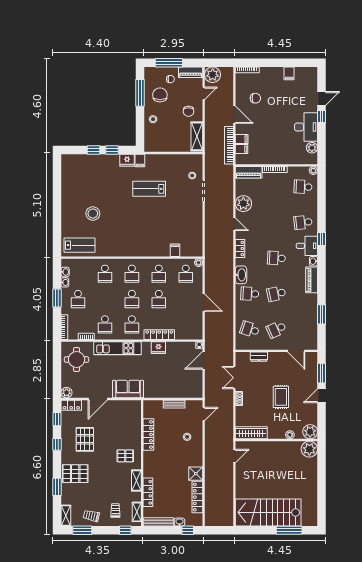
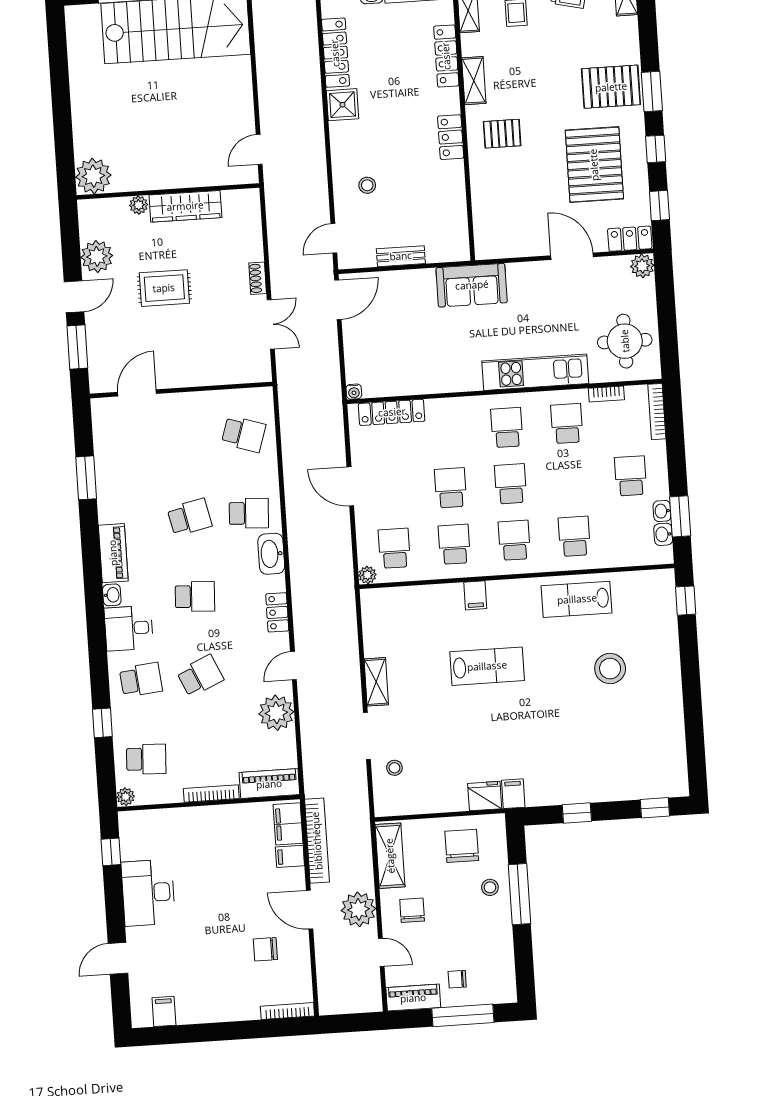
filing cabinet: (289, 73) -> (164, 1011), moved
plant: (213, 75) -> (358, 909), moved
window: (140, 93) -> (519, 894), moved
door: (204, 93) -> (381, 952), swing flipped
chair: (160, 95) -> (462, 846), moved, turned 180
window: (321, 117) -> (111, 852), moved
plant: (312, 148) -> (132, 847), removed
filing cabinet: (241, 149) -> (288, 824), width x2.00
window: (94, 150) -> (655, 808), moved
fridge: (127, 160) -> (485, 796), moved
lab bench: (149, 189) -> (487, 666), moved
shelving: (198, 215) -> (376, 682), added
door: (234, 224) -> (293, 666), hinge flipped
window: (321, 239) -> (102, 723), moved
window: (57, 242) -> (686, 601), added
lab bench: (80, 245) -> (577, 599), moved
filing cabinet: (175, 250) -> (475, 595), moved
window: (57, 298) -> (680, 516), moved
school desk: (276, 329) -> (200, 676), moved
locker: (159, 335) -> (392, 412), moved
fridge: (158, 348) -> (444, 380), removed
door: (296, 351) -> (137, 393), hinge flipped
dresser: (259, 357) -> (219, 375), removed
door: (204, 360) -> (338, 300), moved
sofa: (128, 389) -> (472, 285), moved
rug: (281, 397) -> (164, 288), turned 90
door: (98, 399) -> (572, 256), hinge flipped
plant: (310, 432) -> (97, 256), moved
wardrobe: (251, 433) -> (185, 206), moved
locker: (148, 435) -> (451, 137), moved, width x0.66
pallet: (85, 439) -> (594, 165), width x1.37, depth x1.41
window: (57, 487) -> (652, 91), moved

